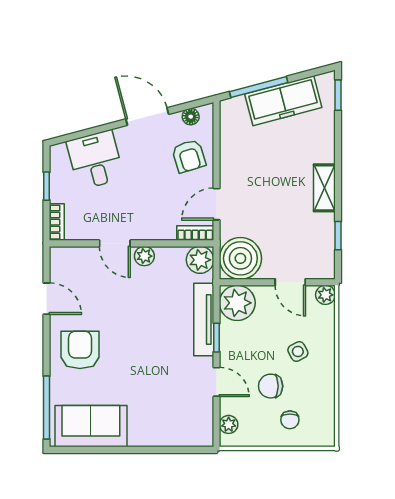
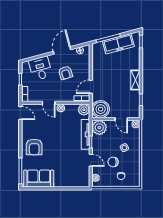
door: (147, 117) -> (62, 50), hinge flipped
armchair: (189, 156) -> (65, 73), moved
door: (47, 299) -> (20, 113), moved
armchair: (80, 350) -> (34, 147), turned 180

